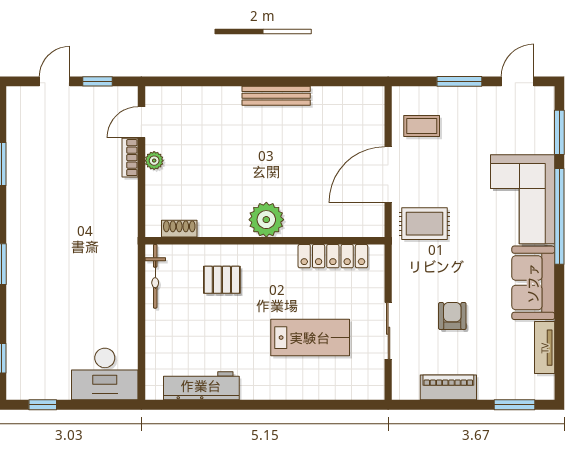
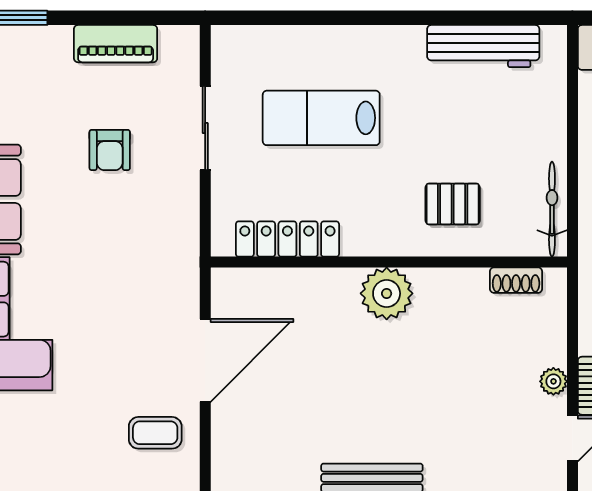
rug: (425, 224) -> (151, 288), removed

